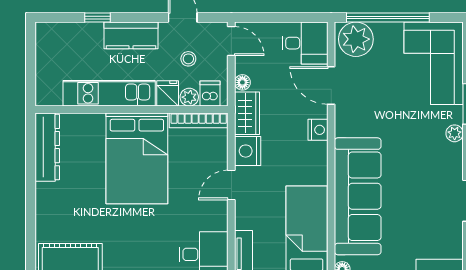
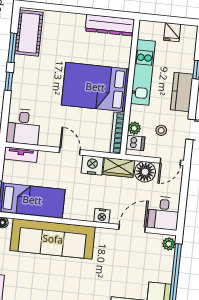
plant: (356, 39) -> (169, 244), width x0.53, depth x0.53
floor lamp: (242, 82) -> (145, 172), width x1.89, depth x1.89
fridge: (168, 93) -> (172, 32), moved, turned 90

